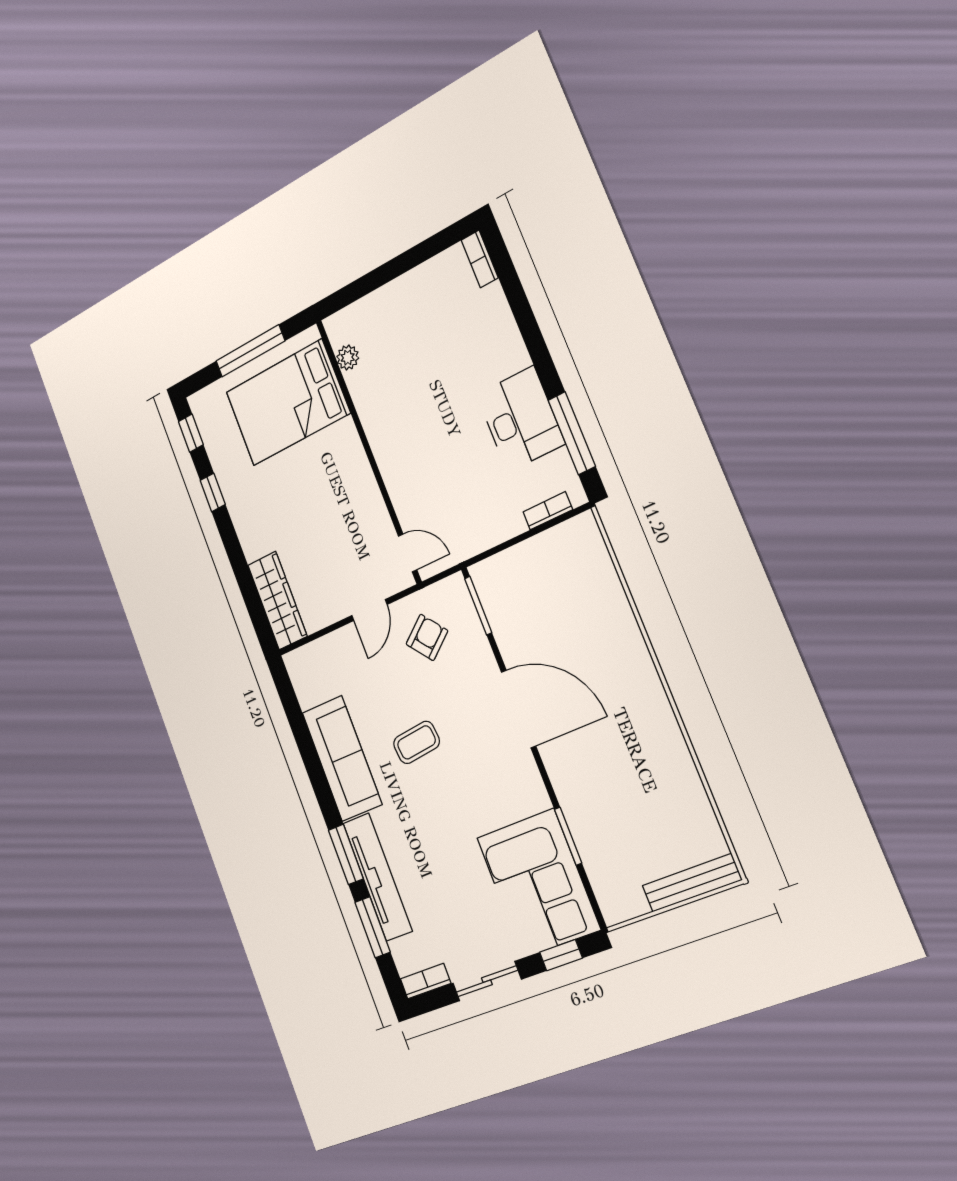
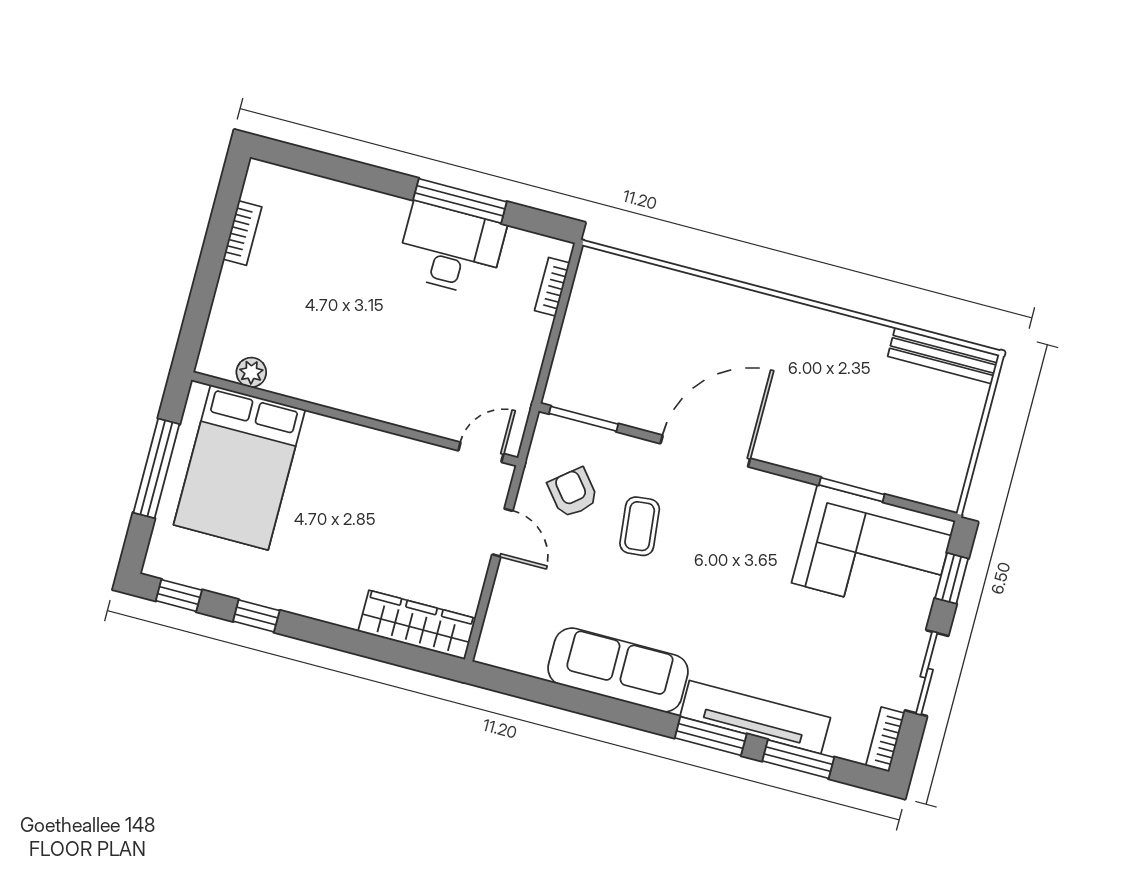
bookcase: (480, 259) -> (242, 233), moved, turned -90
window: (572, 433) -> (460, 201), moved
coffee table: (416, 742) -> (640, 526), moved
bench: (692, 883) -> (943, 356), moved, turned 90

